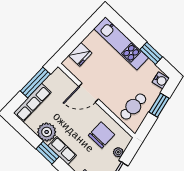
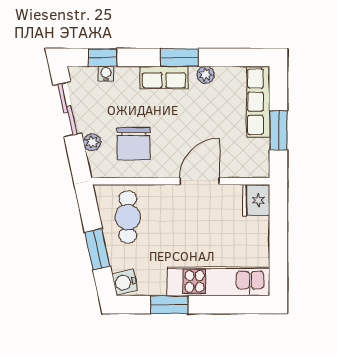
fridge: (80, 54) -> (256, 200), moved
window: (35, 83) -> (278, 130), width x0.69
plant: (47, 132) -> (205, 75), width x0.53, depth x0.53

